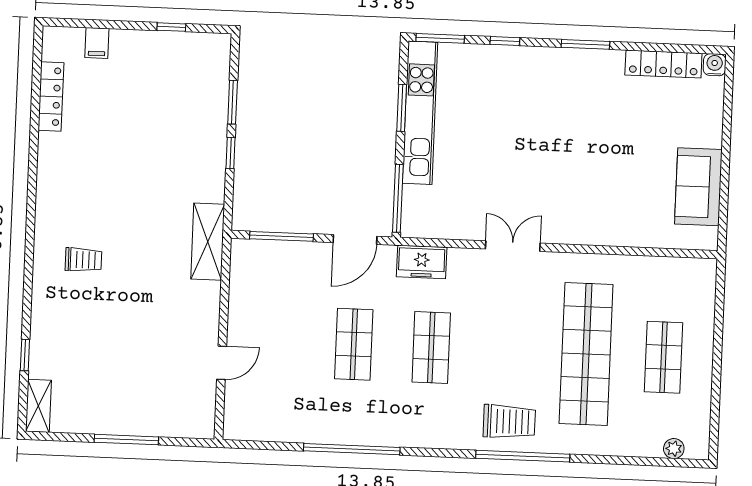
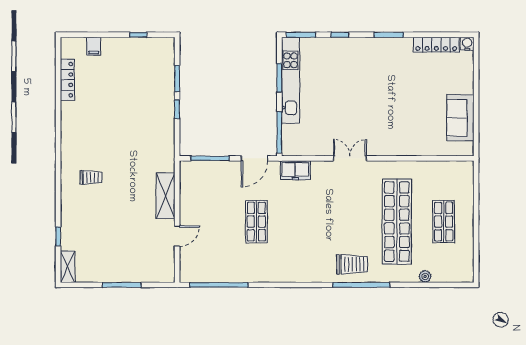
shelving: (208, 242) -> (166, 196), moved
shop shelf: (431, 348) -> (303, 222), removed
window: (352, 449) -> (219, 285), moved
plant: (674, 449) -> (425, 276), moved

